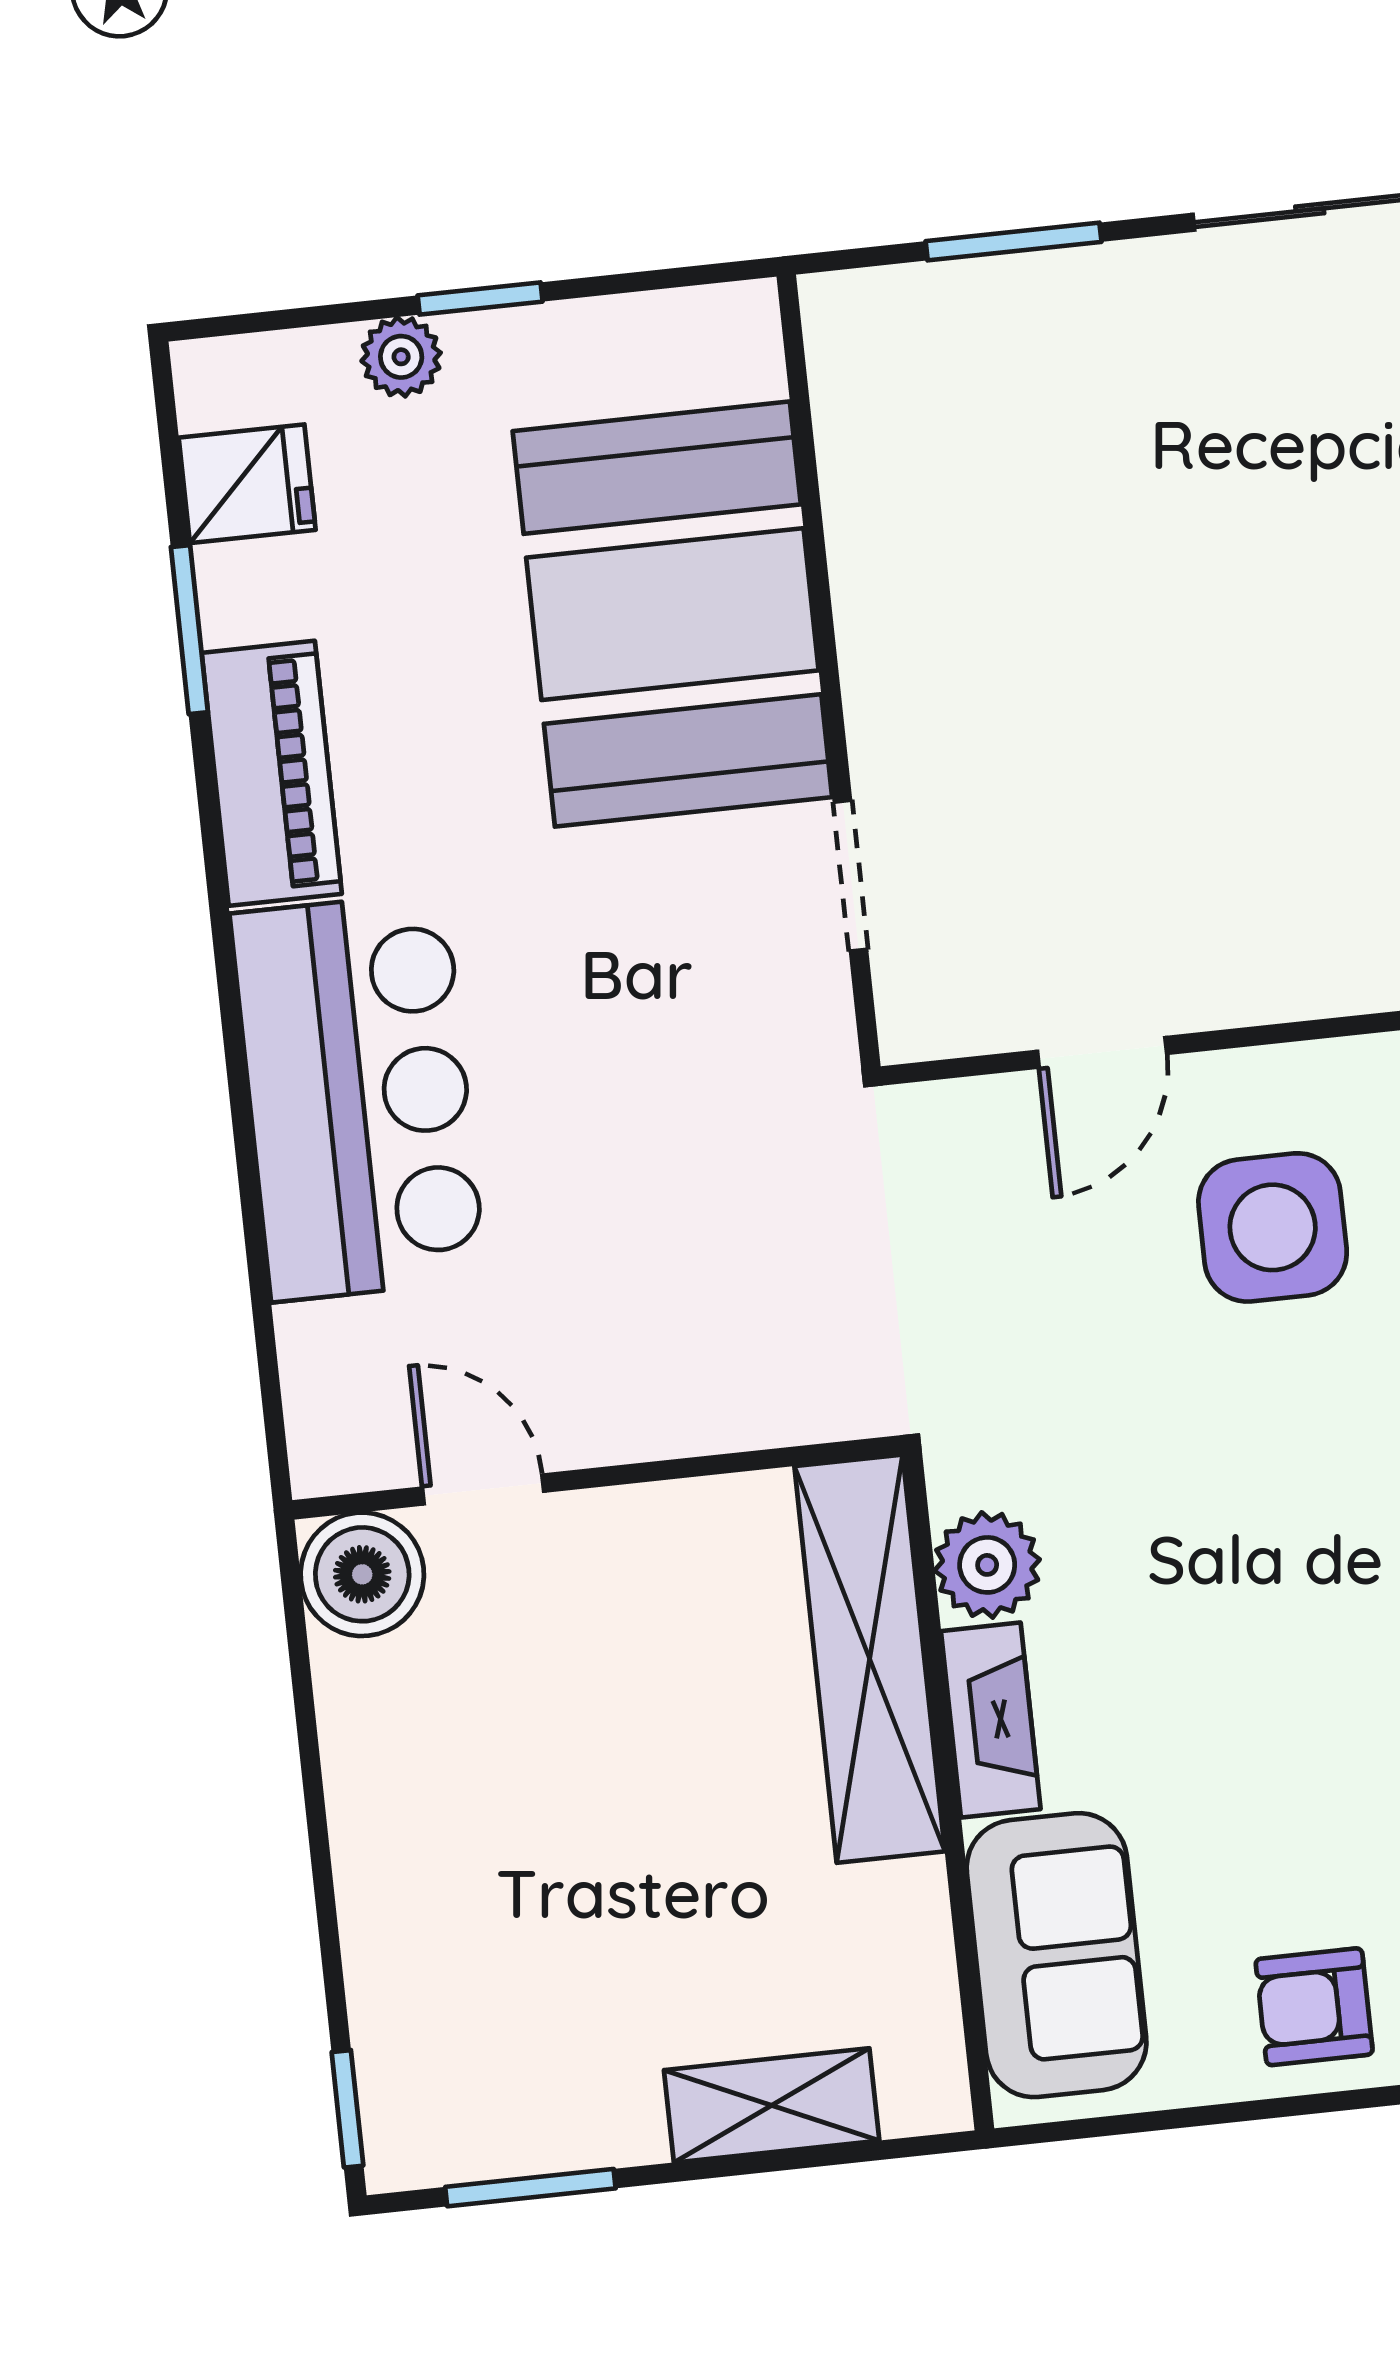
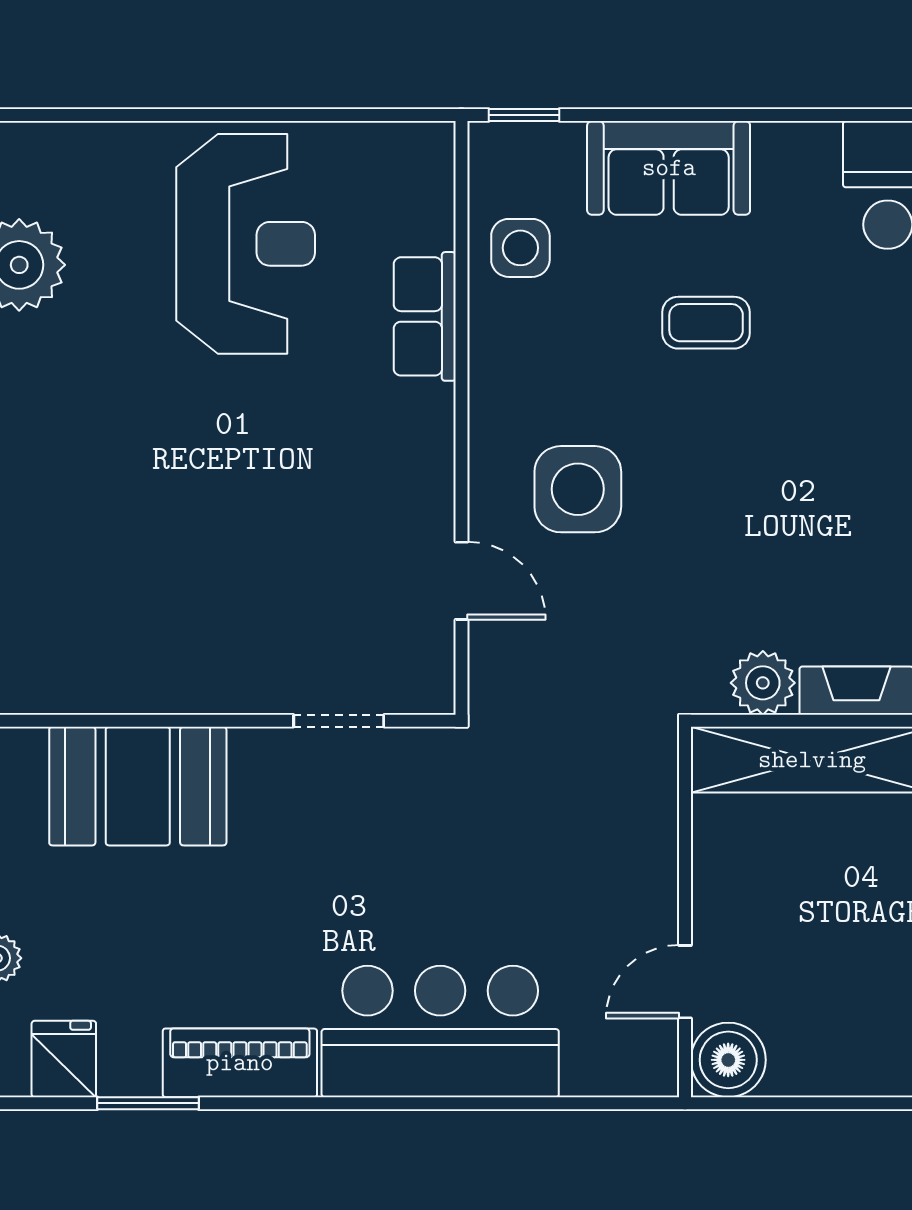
booth: (672, 614) -> (138, 786), width x0.73, depth x0.70

